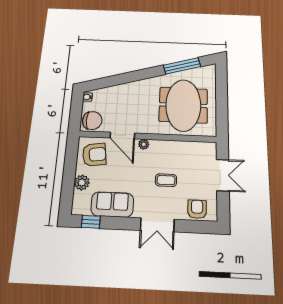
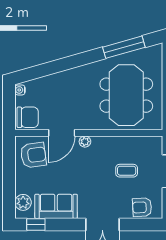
door: (122, 136) -> (62, 133), hinge flipped
coffee table: (166, 180) -> (127, 171), moved
plant: (82, 183) -> (23, 202), moved
armchair: (197, 209) -> (142, 207), turned -93

